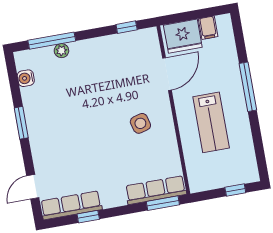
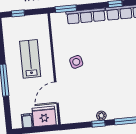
window: (127, 27) -> (98, 124), moved
plant: (61, 51) -> (101, 116), moved
row of seats: (156, 190) -> (86, 16), moved

